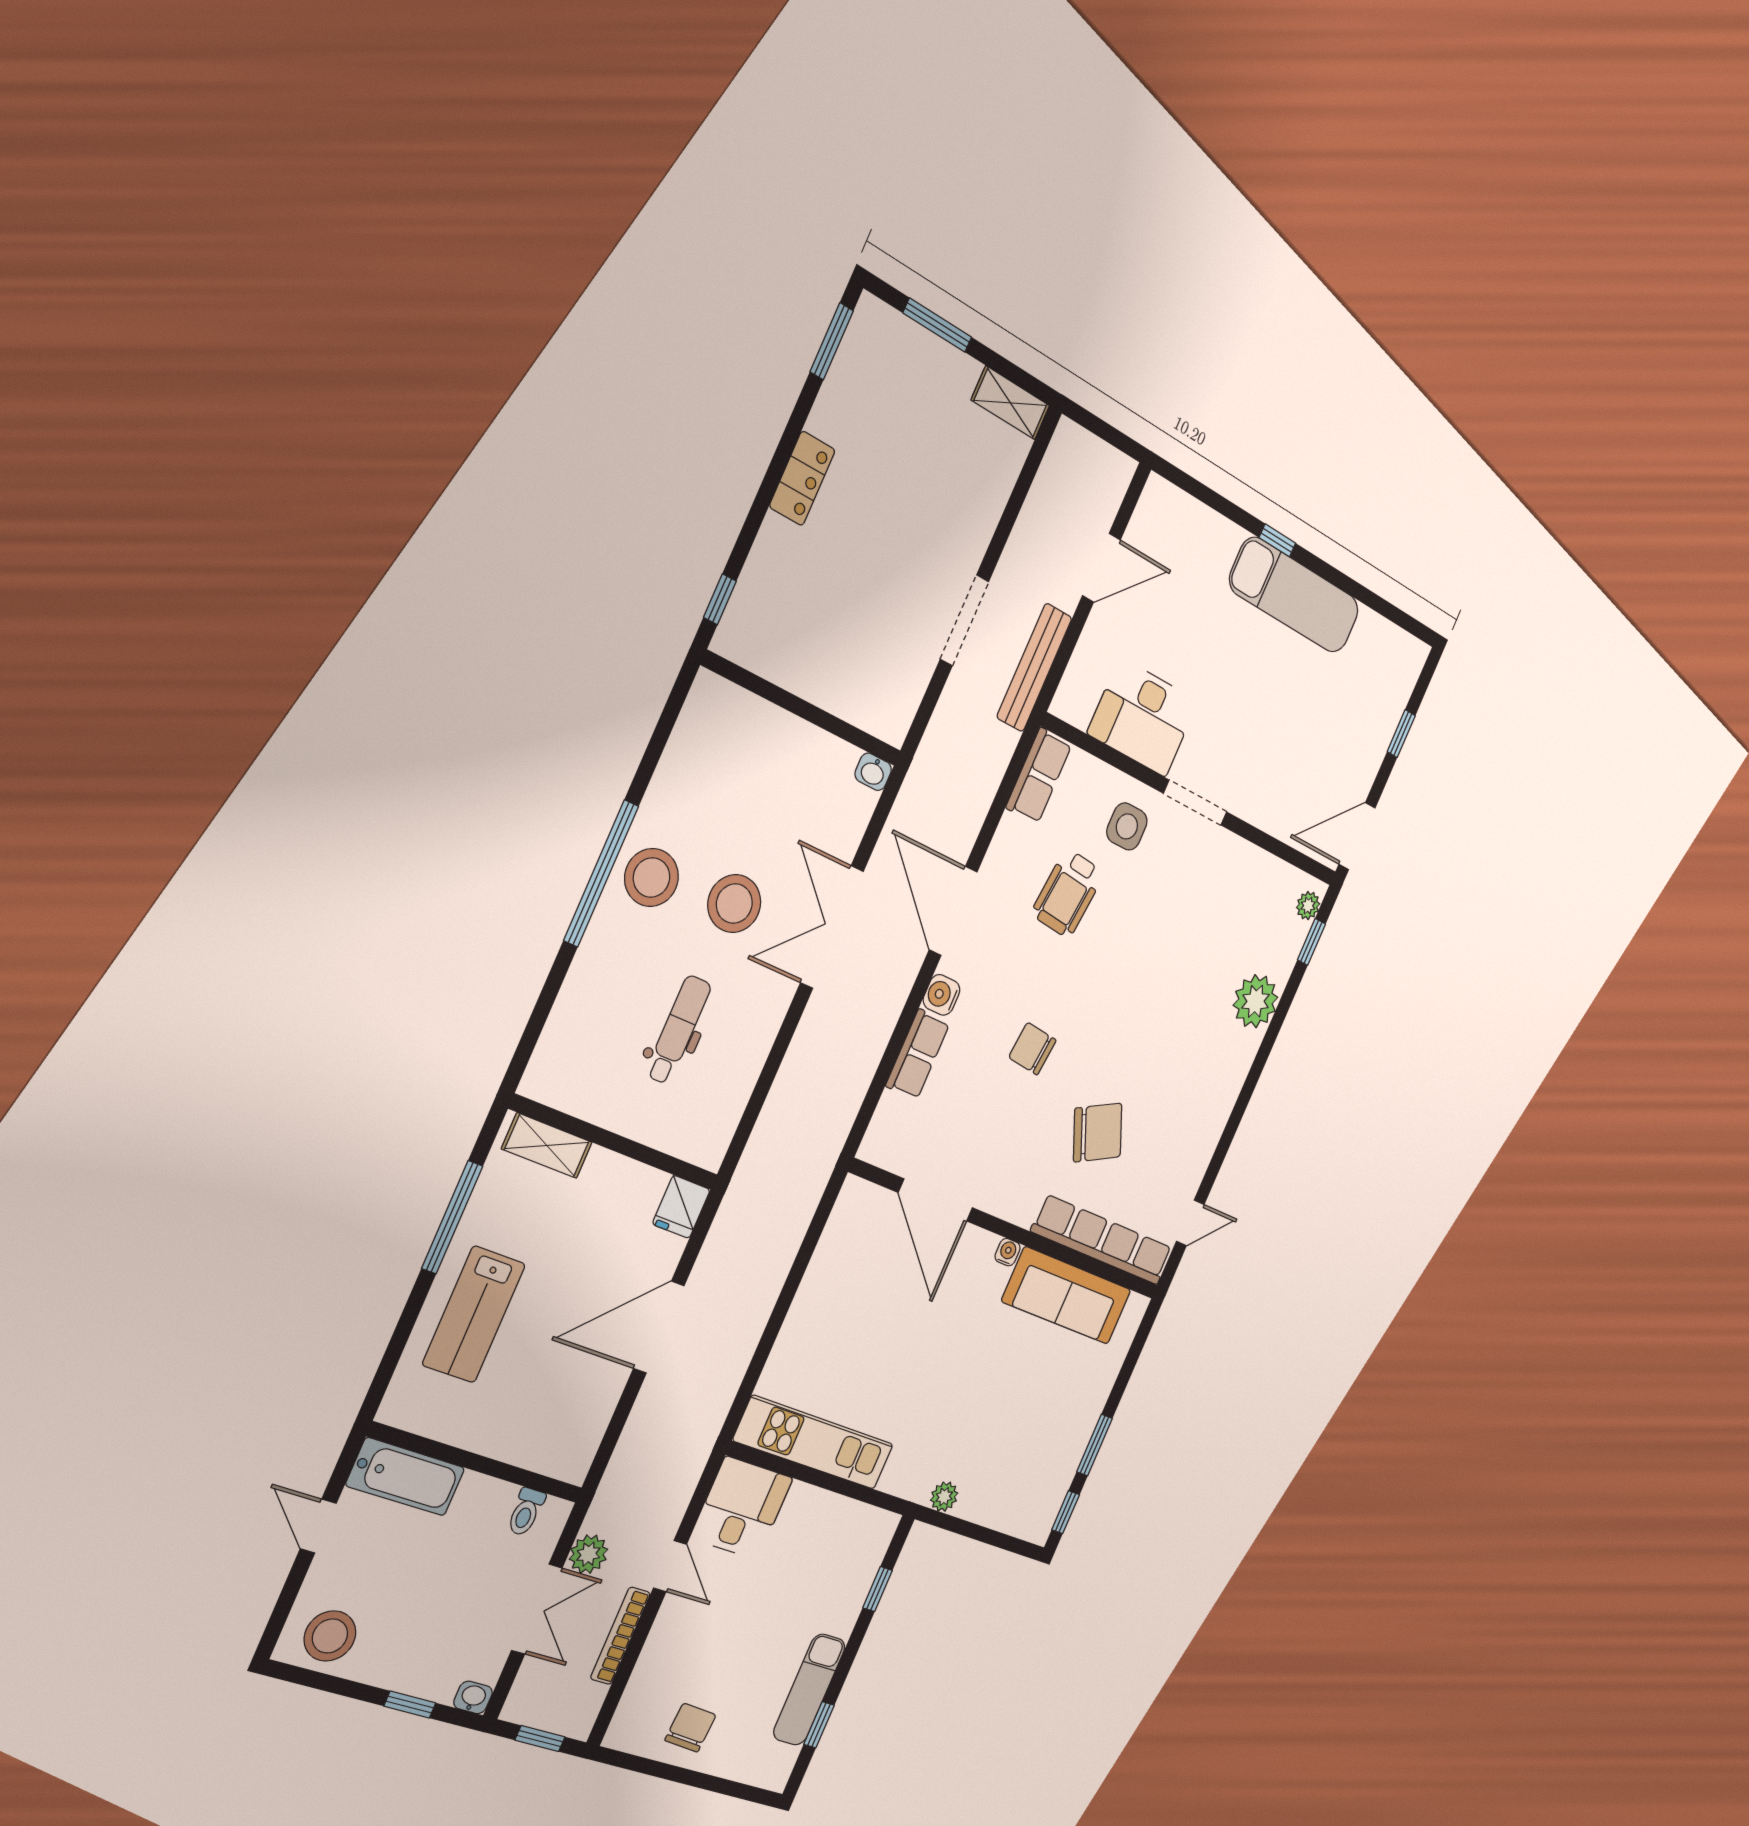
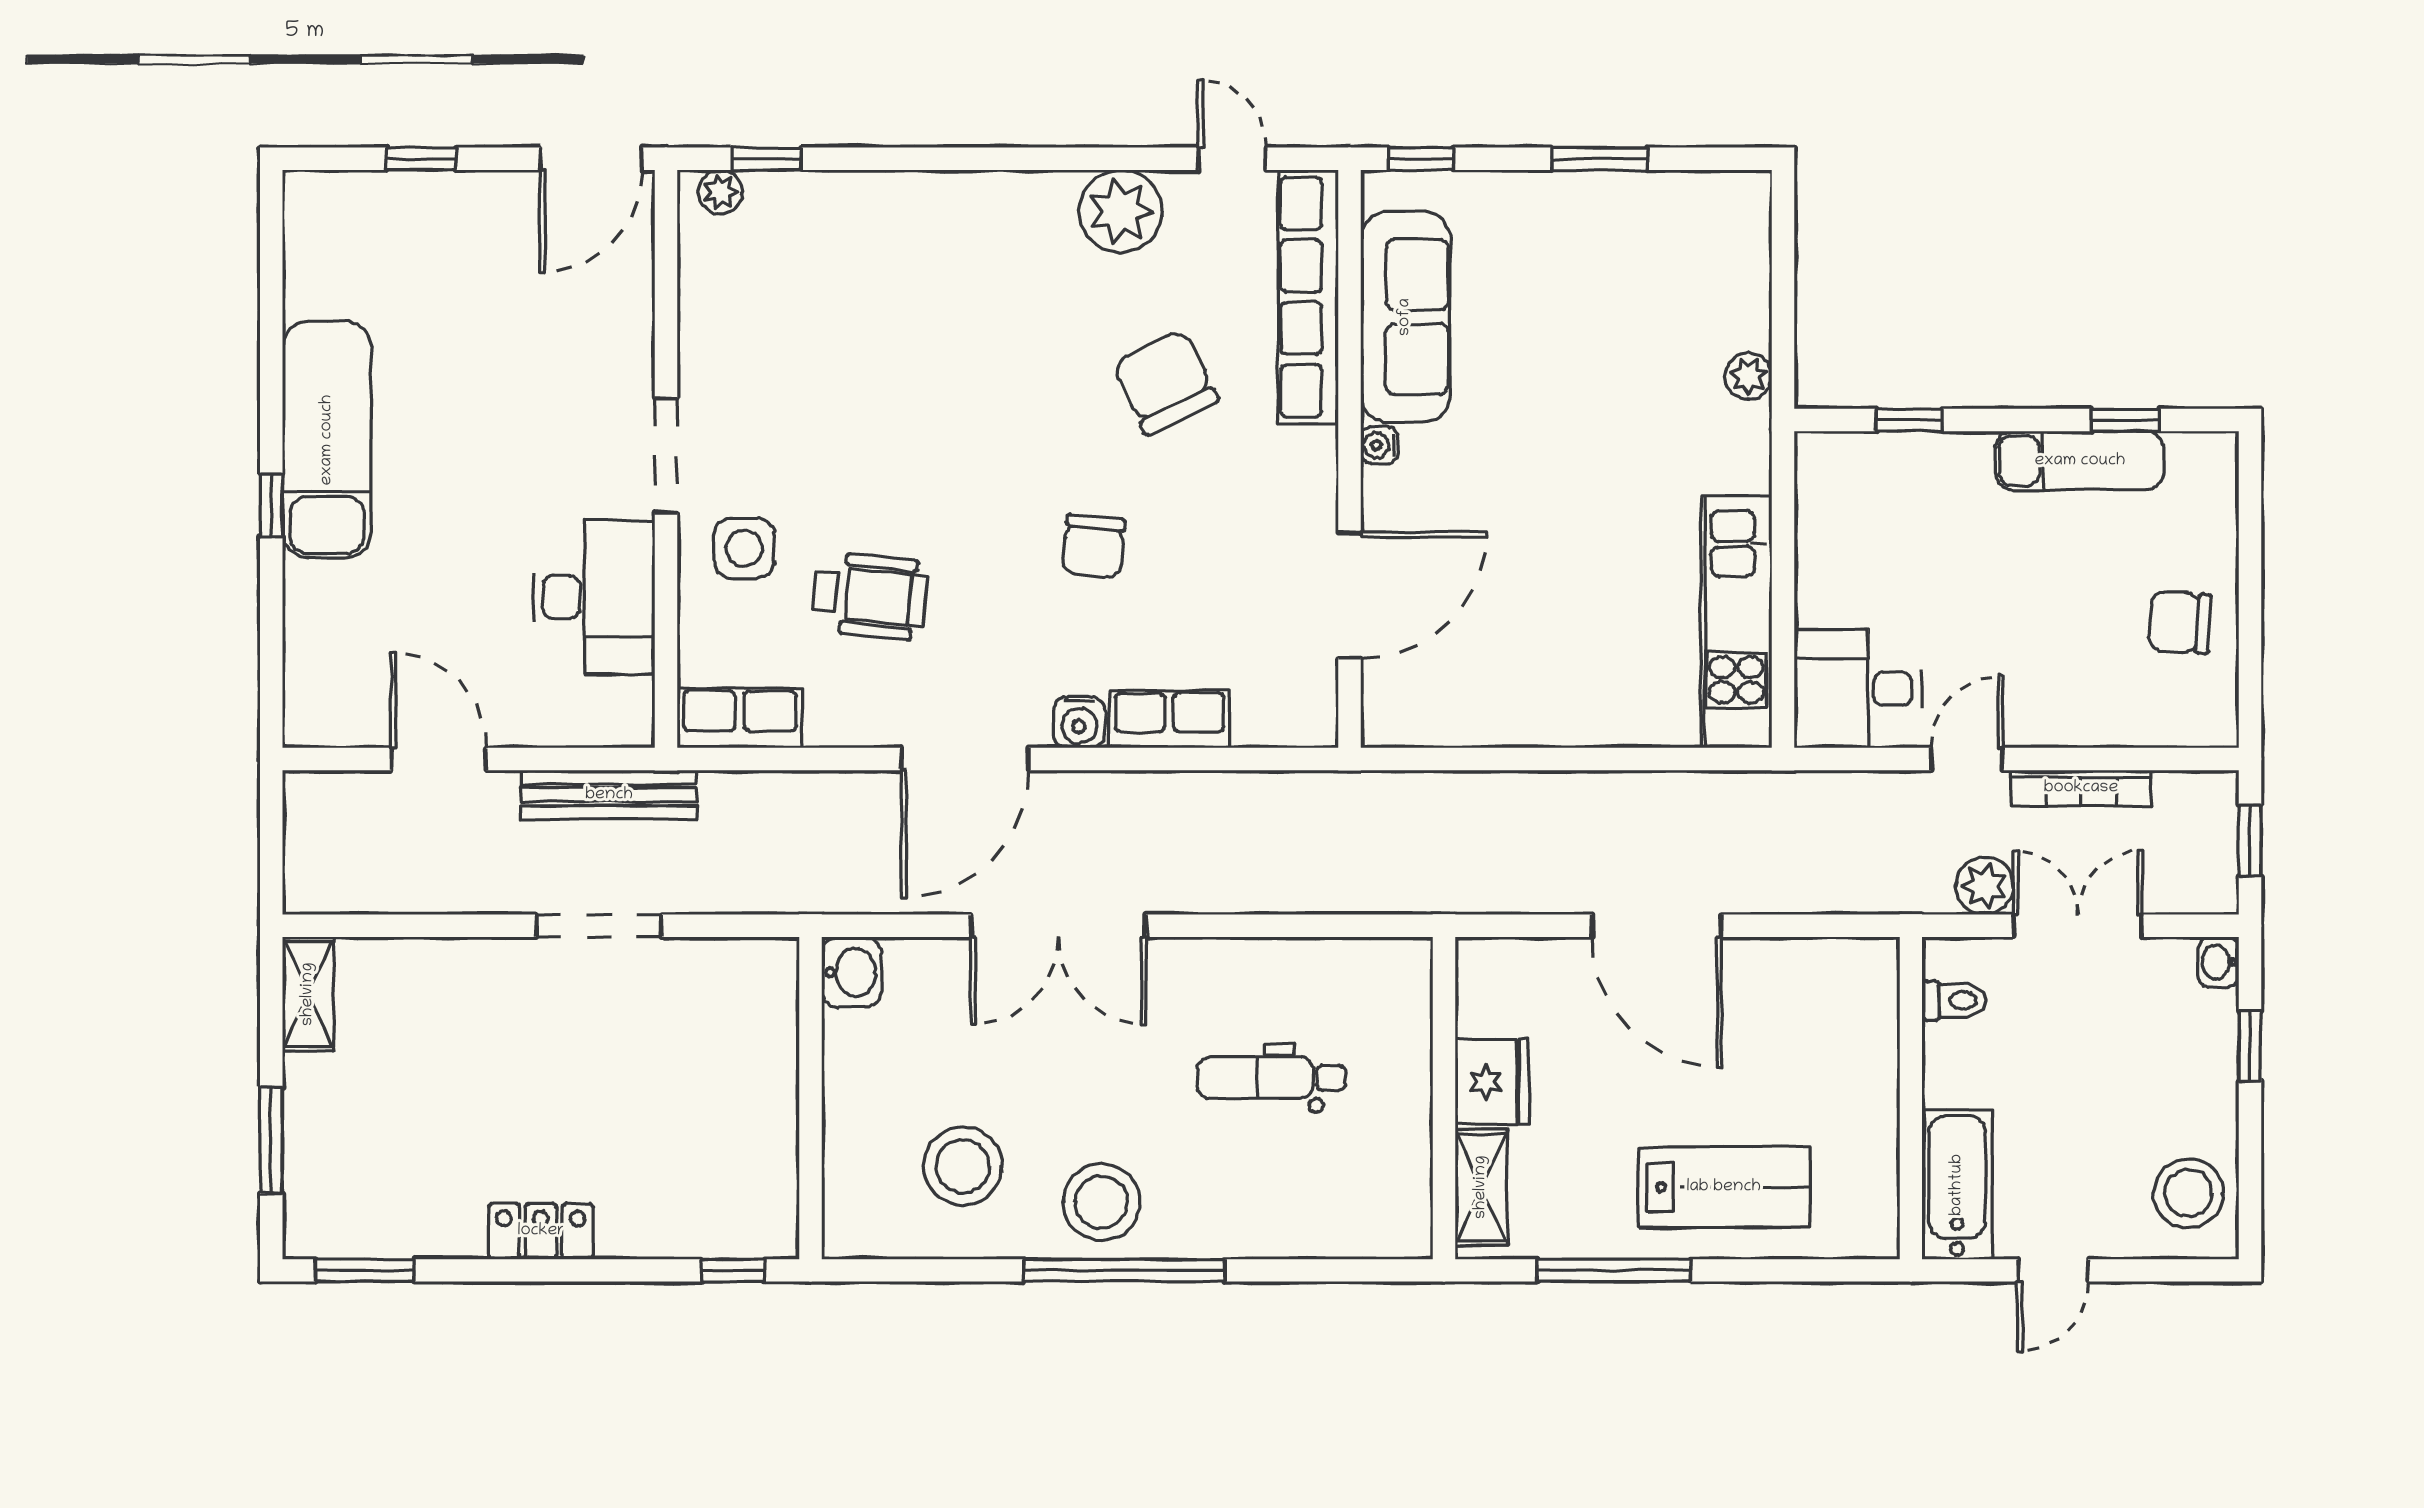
washbasin: (873, 772) -> (852, 972), width x1.38, depth x1.45
door: (1357, 836) -> (591, 159), hinge flipped
stool: (734, 904) -> (963, 1166), moved
plant: (1256, 1001) -> (1121, 211), moved
fridge: (681, 1207) -> (1492, 1082), moved, width x1.38
window: (1066, 1512) -> (1421, 159), moved

